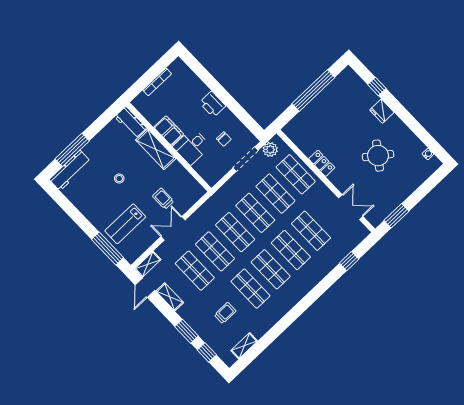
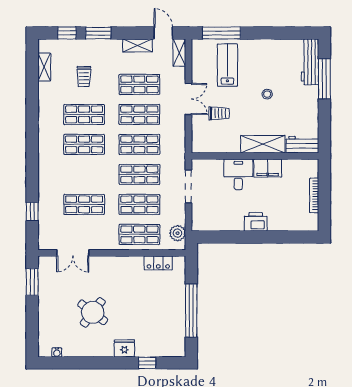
chair: (224, 139) -> (220, 205), removed
doorway: (245, 159) -> (188, 186), moved
locker: (322, 163) -> (158, 263), moved
shop shelf: (291, 250) -> (84, 174), removed

